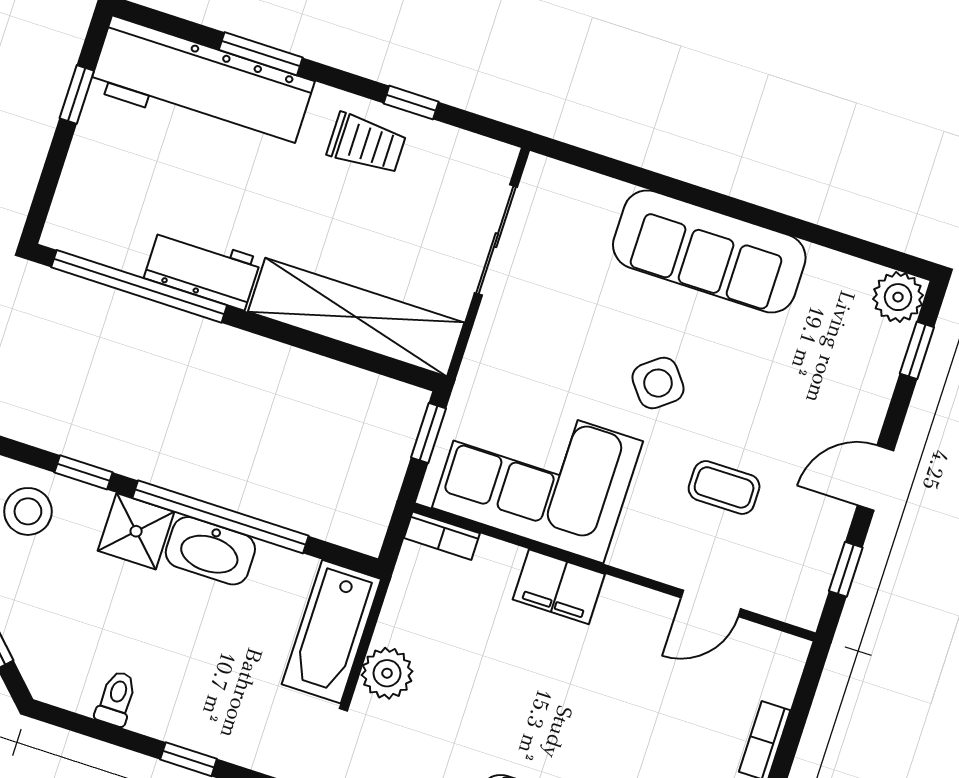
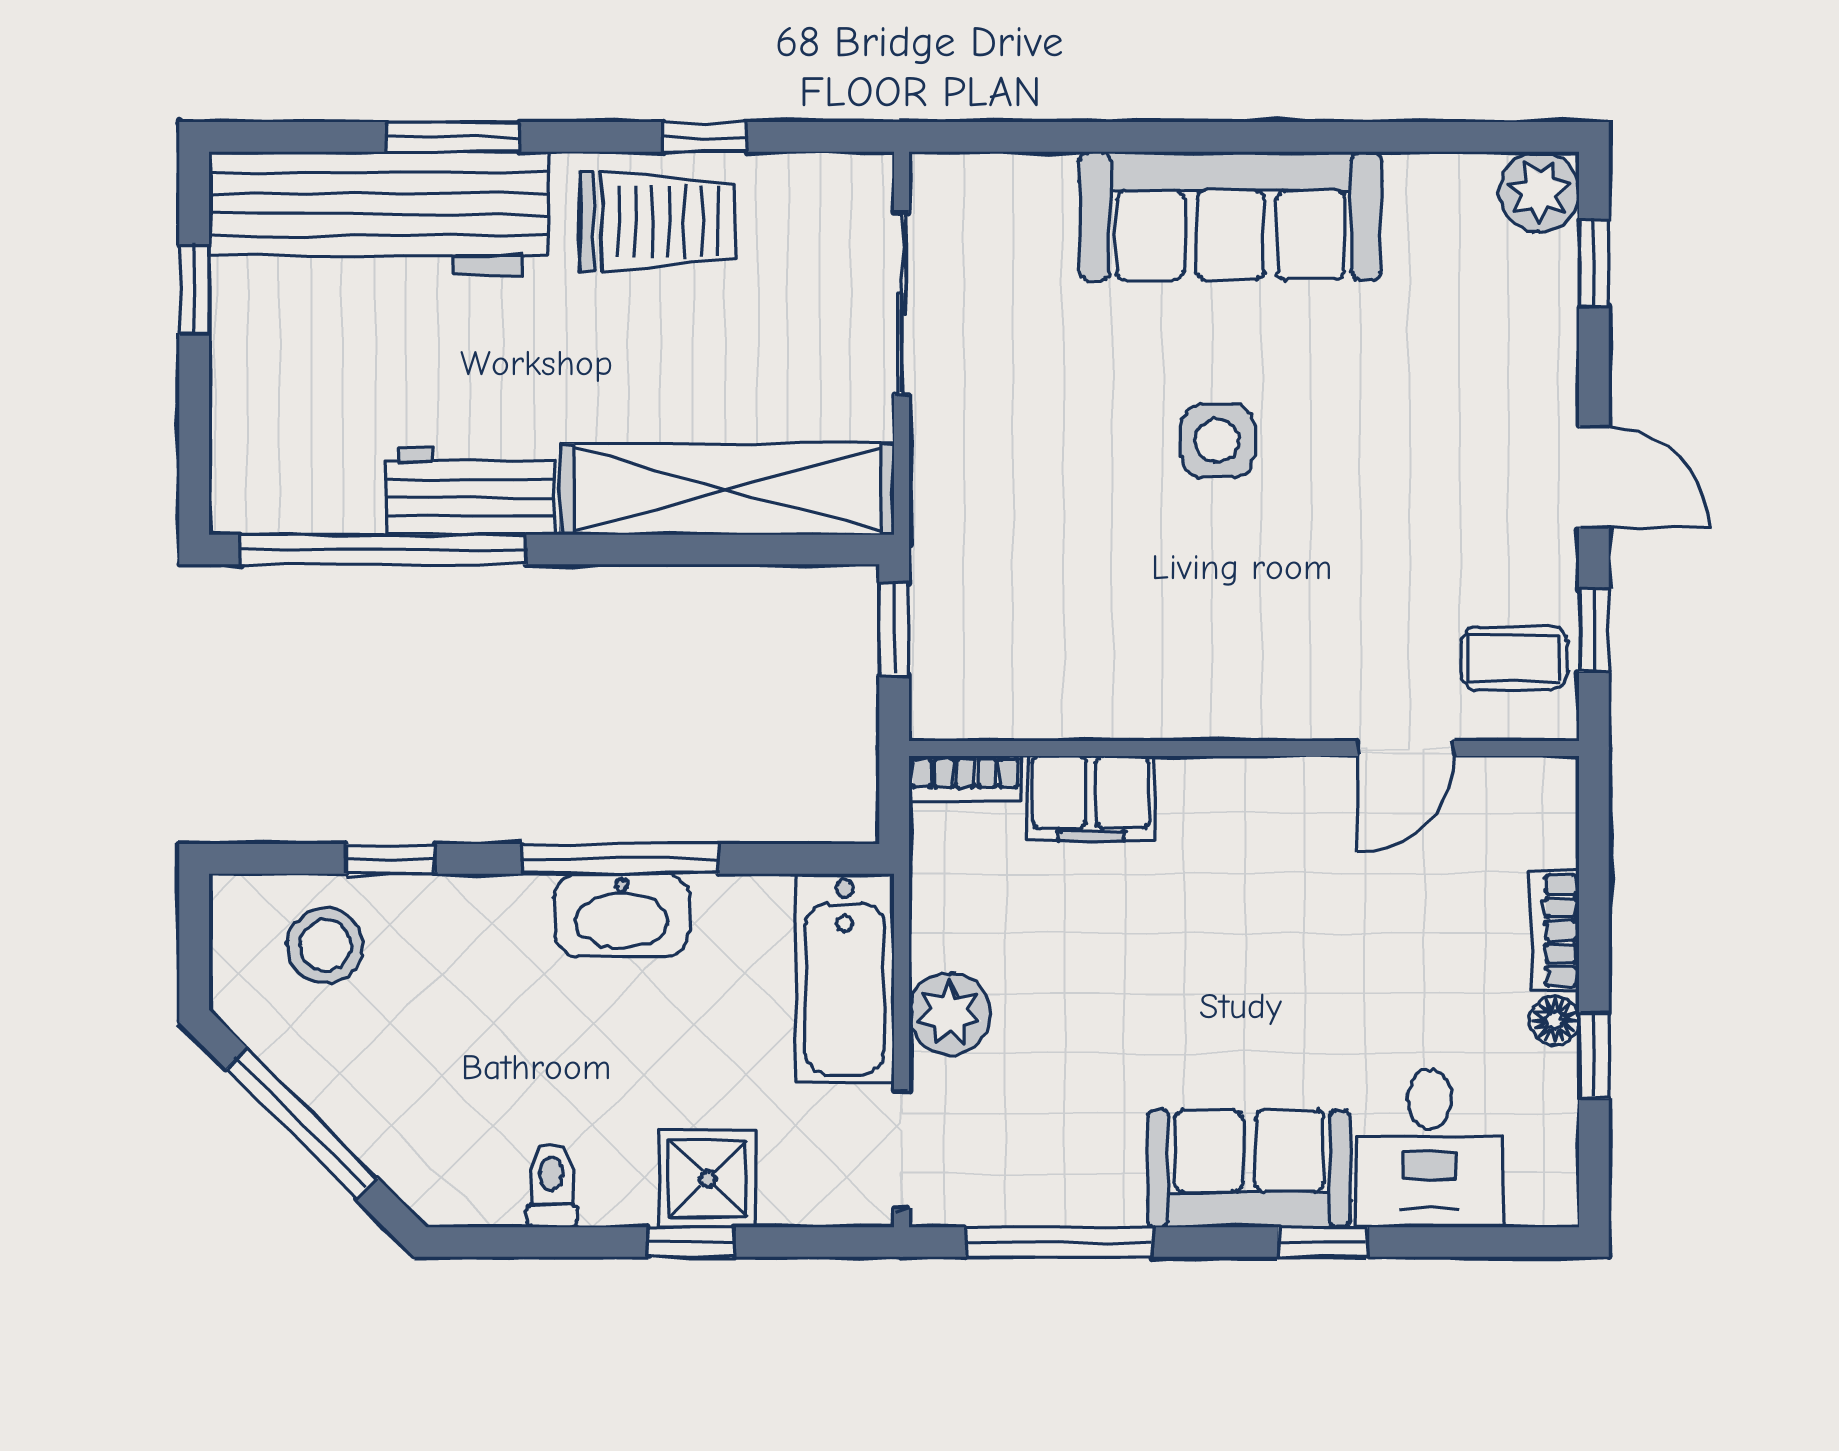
trolley: (367, 144) -> (658, 221), width x1.36, depth x1.39
side table: (658, 383) -> (1218, 441), turned 38
corner sofa: (537, 474) -> (1080, 639), removed
door: (875, 478) -> (1594, 477), swing flipped
coffee table: (724, 487) -> (1514, 658), moved
window: (220, 517) -> (620, 859), width x0.68
shower: (136, 531) -> (708, 1179), moved
filing cabinet: (559, 587) -> (1091, 798), moved

